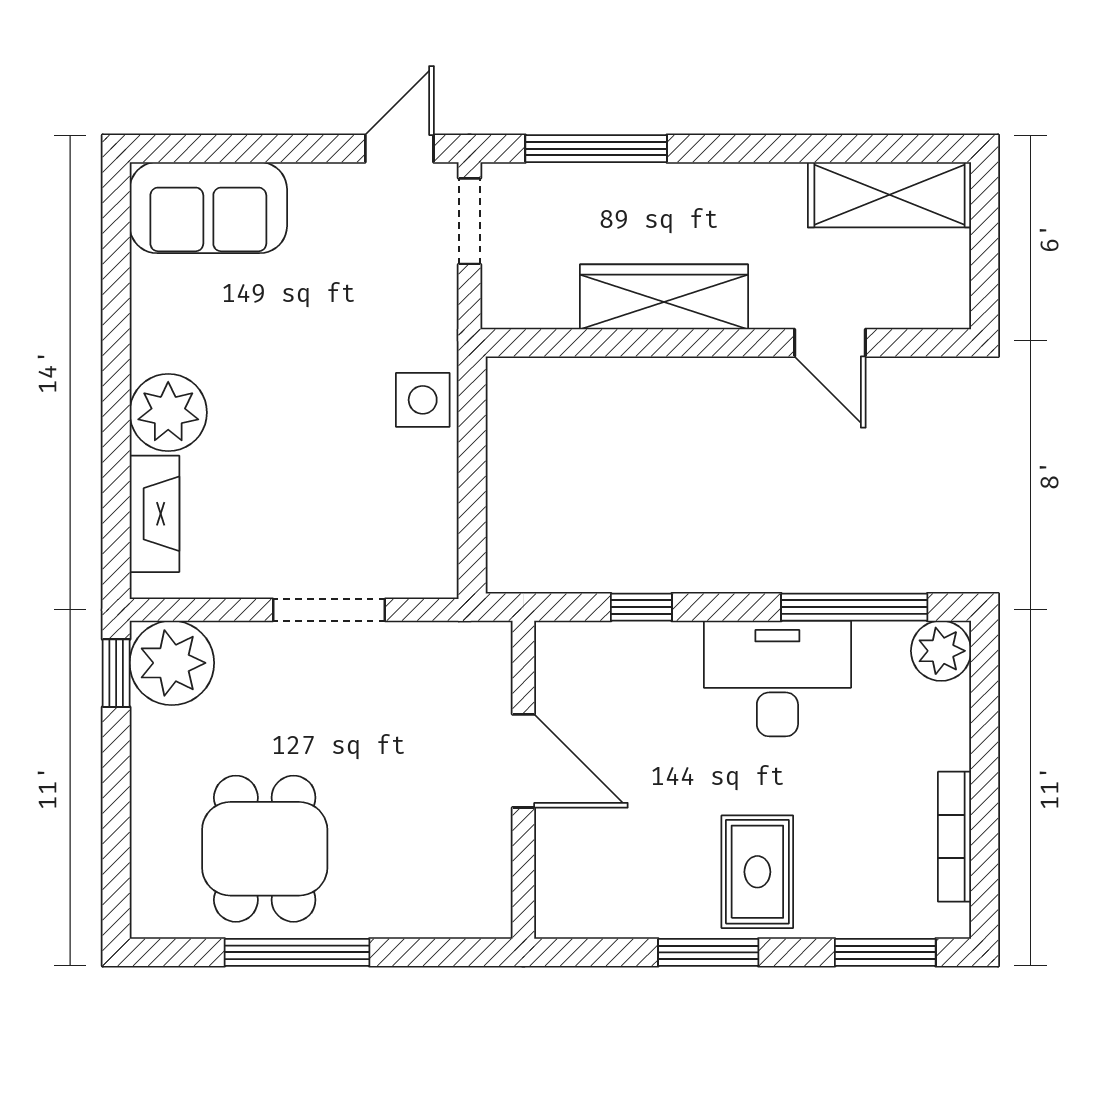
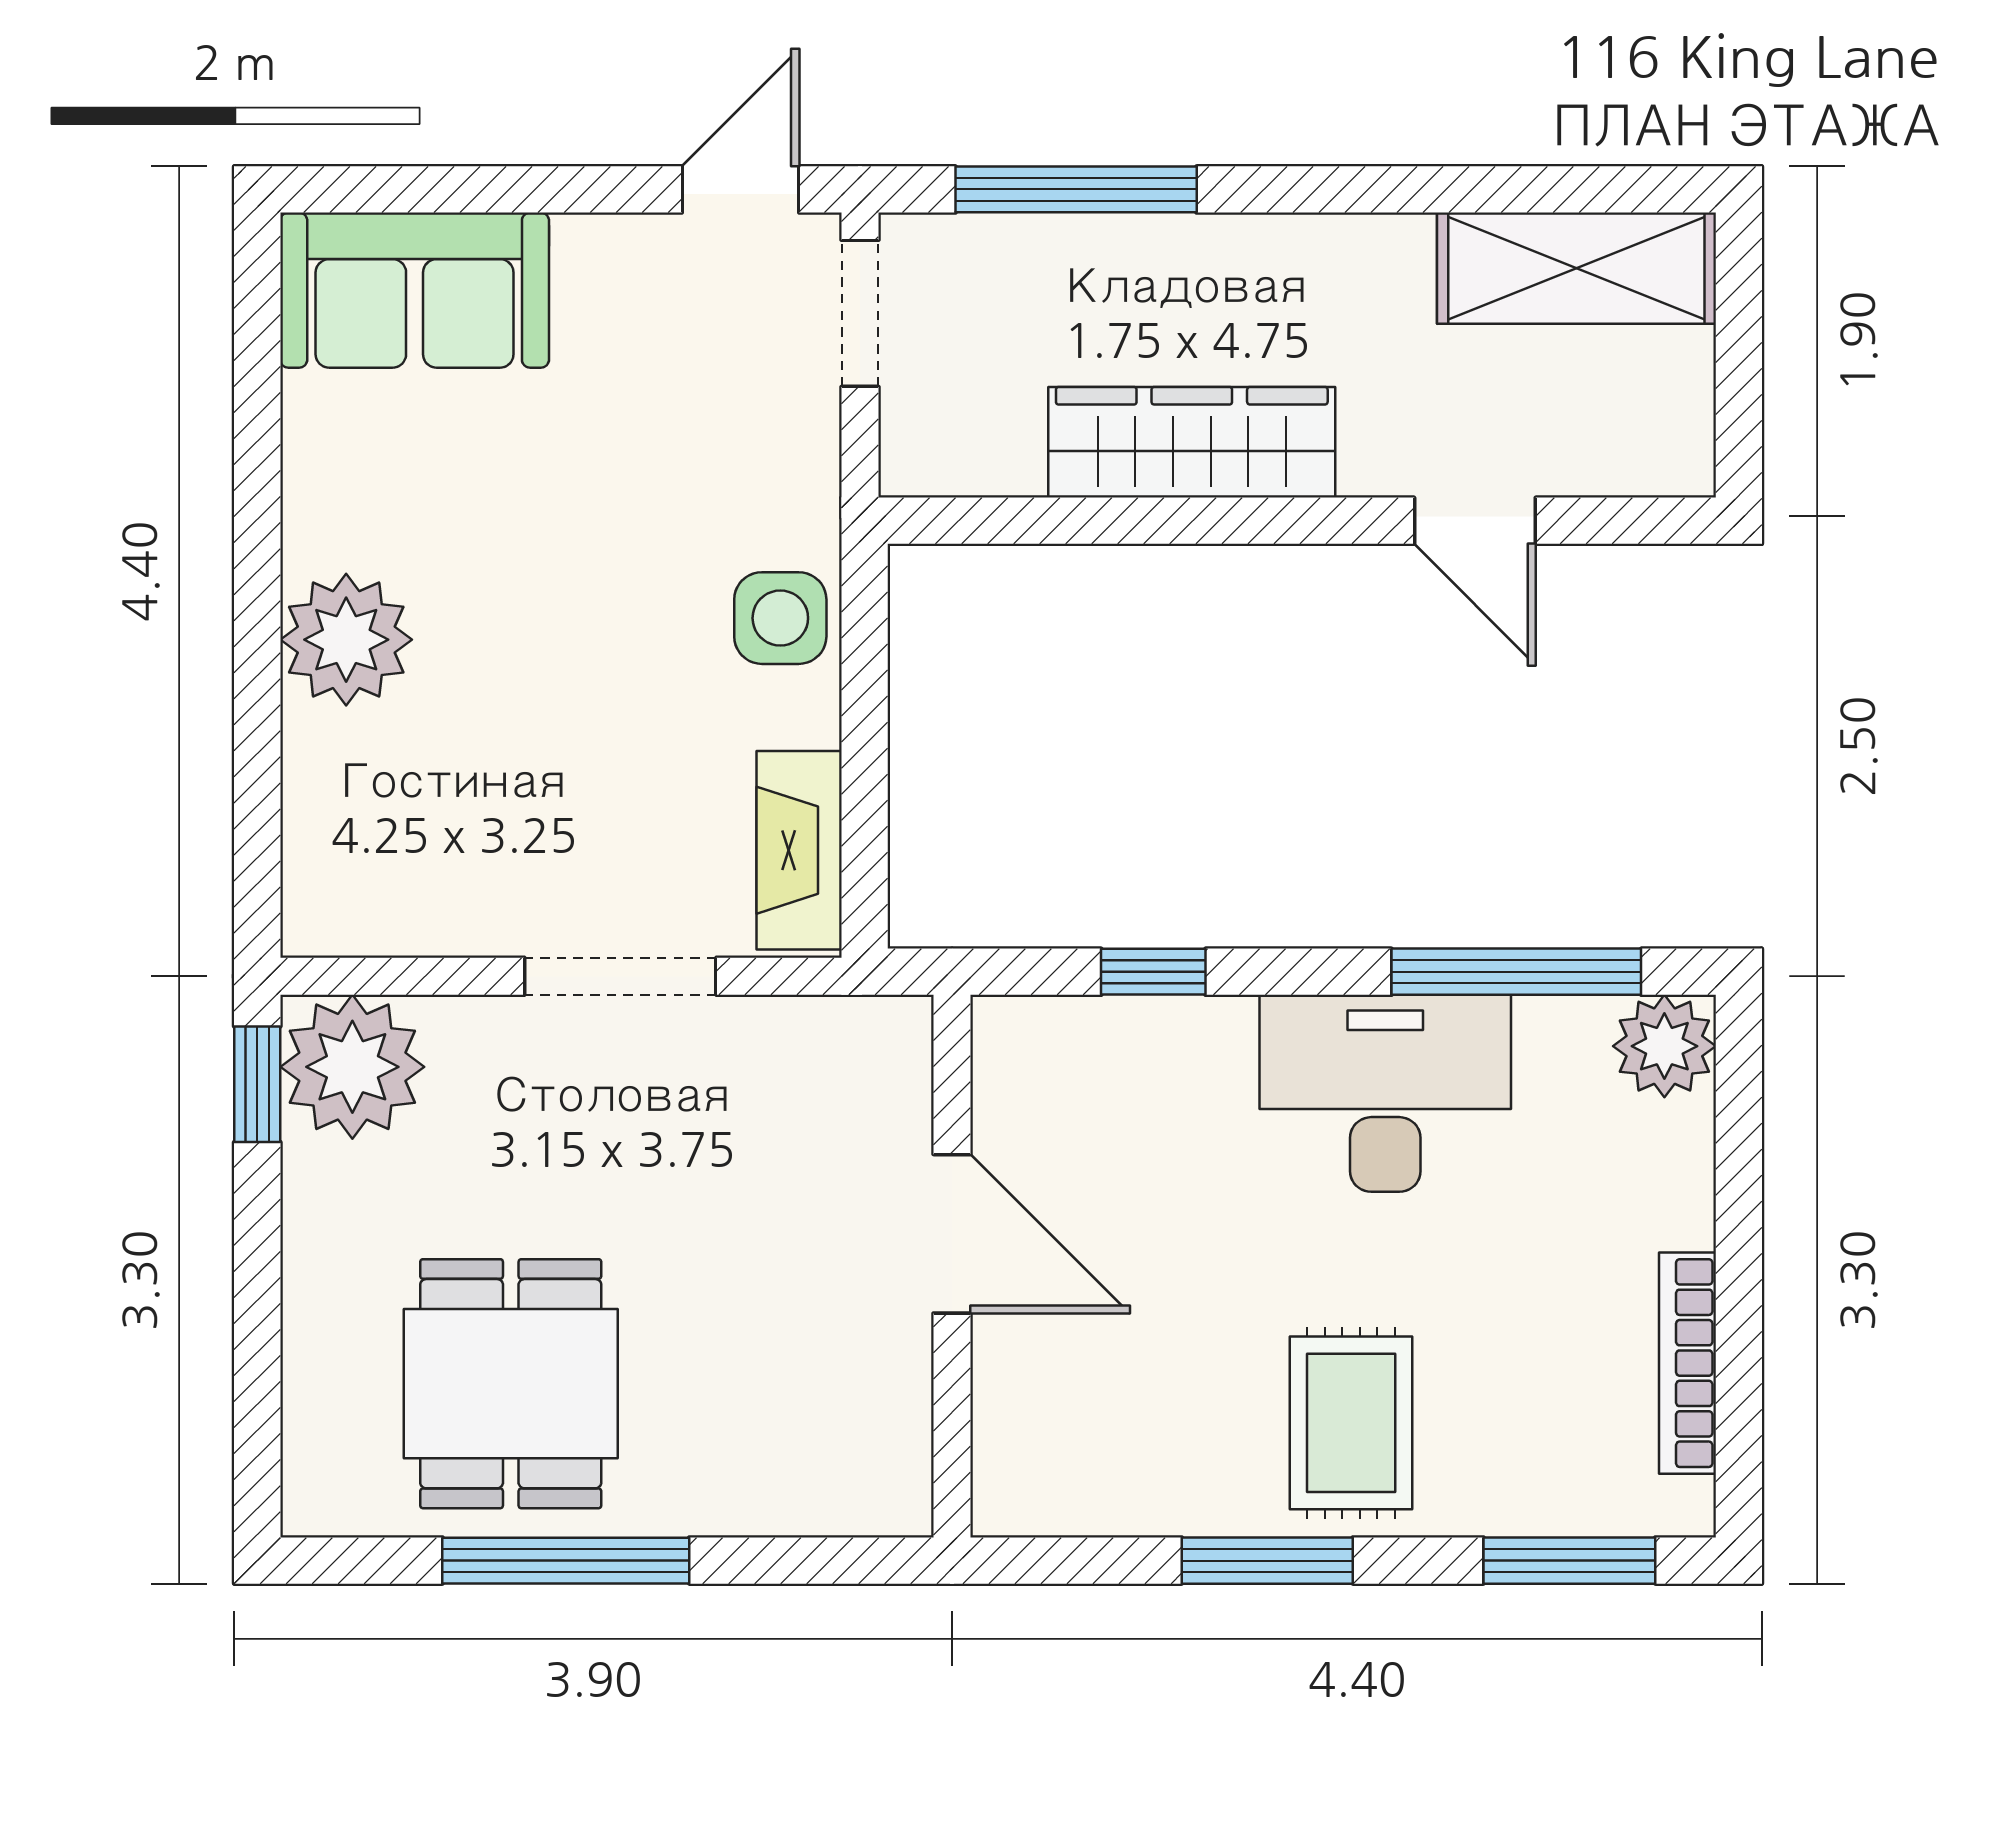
fireplace: (154, 514) -> (799, 850), moved, turned 180

